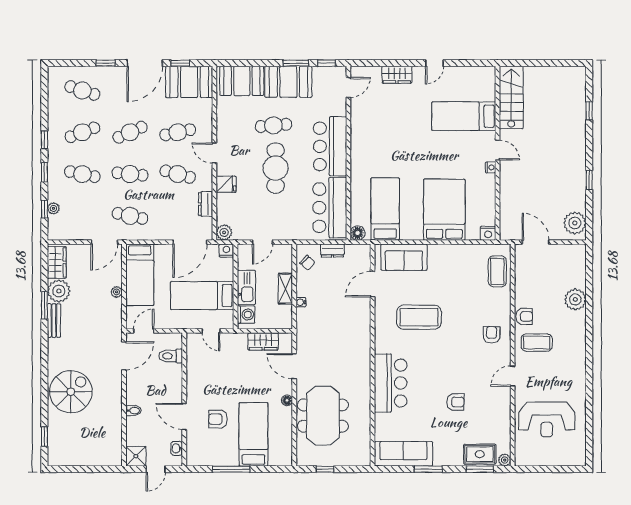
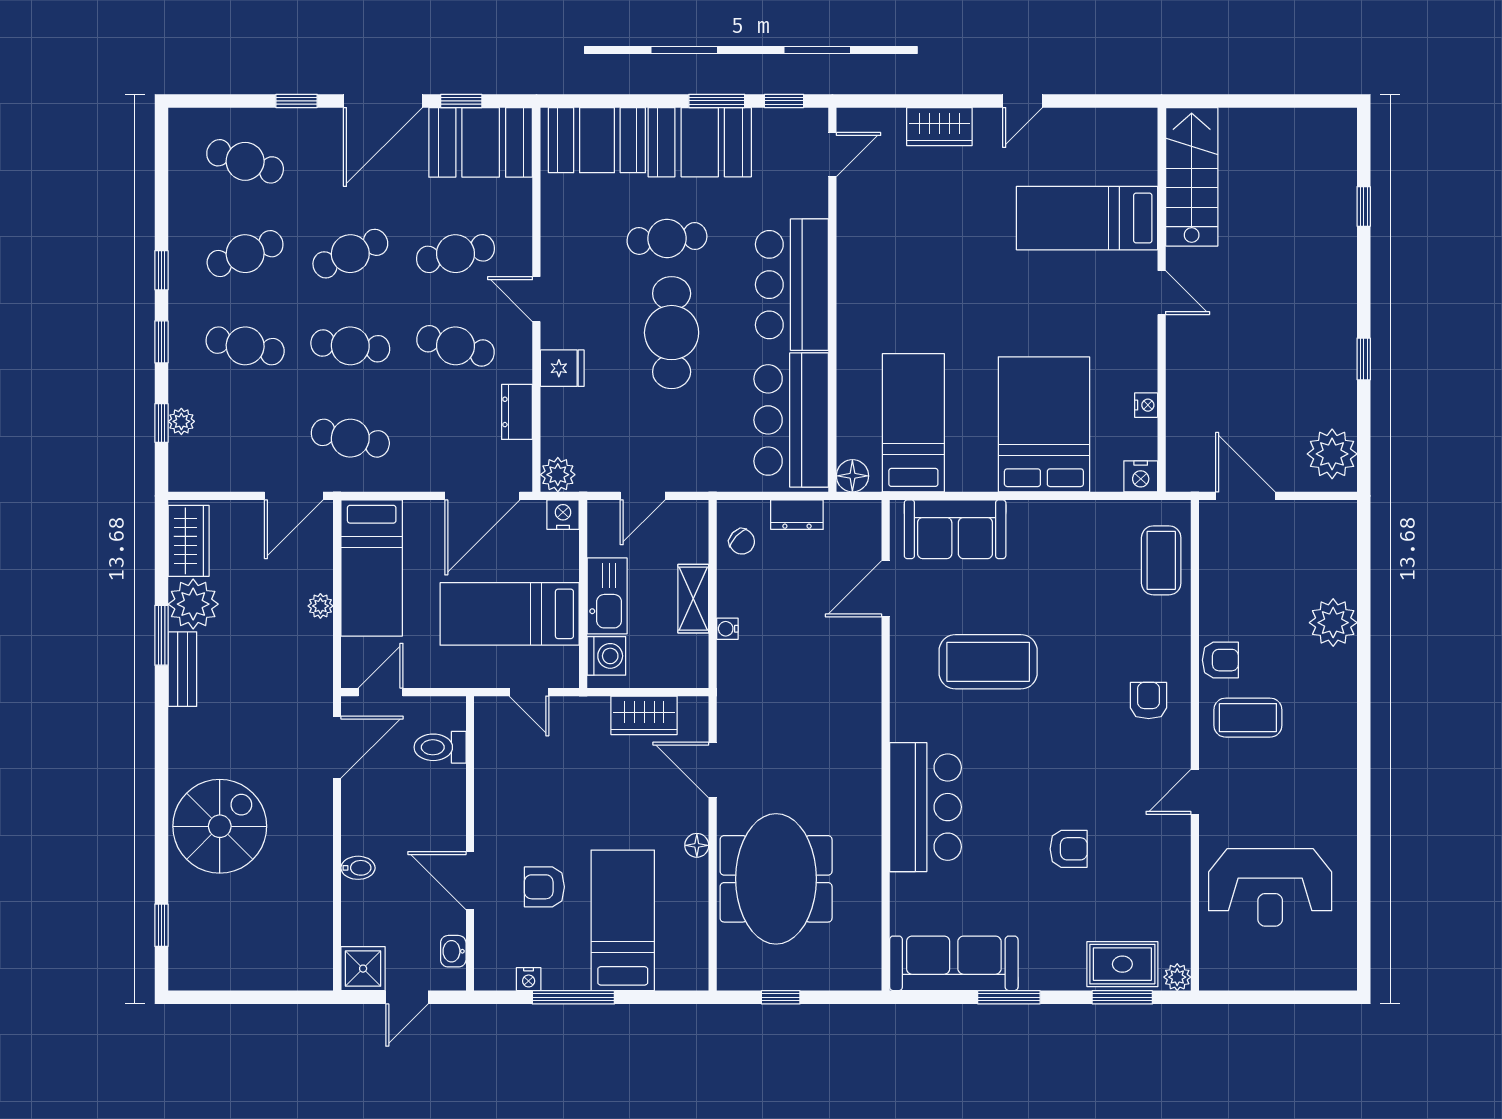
nightstand: (491, 167) -> (1146, 405), moved
nightstand: (211, 461) -> (529, 979), added

